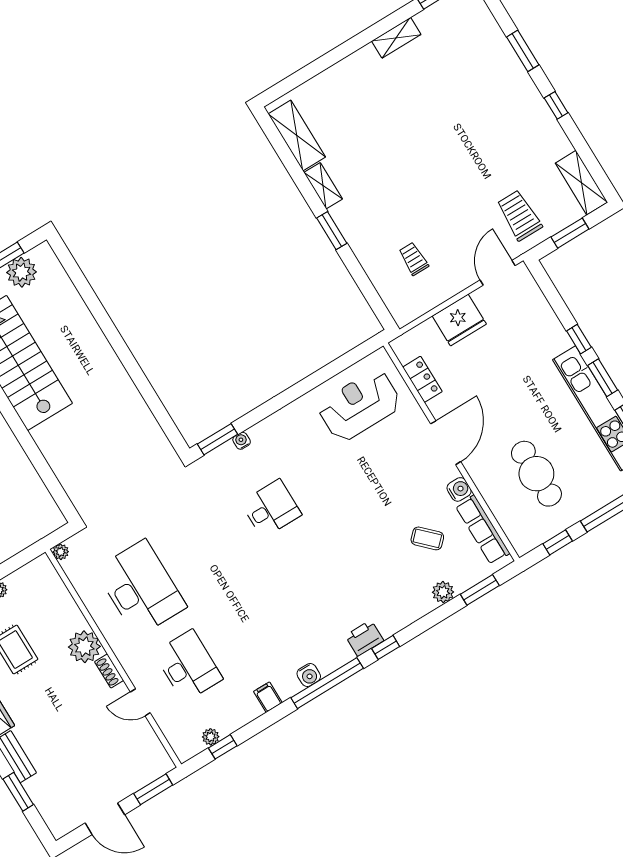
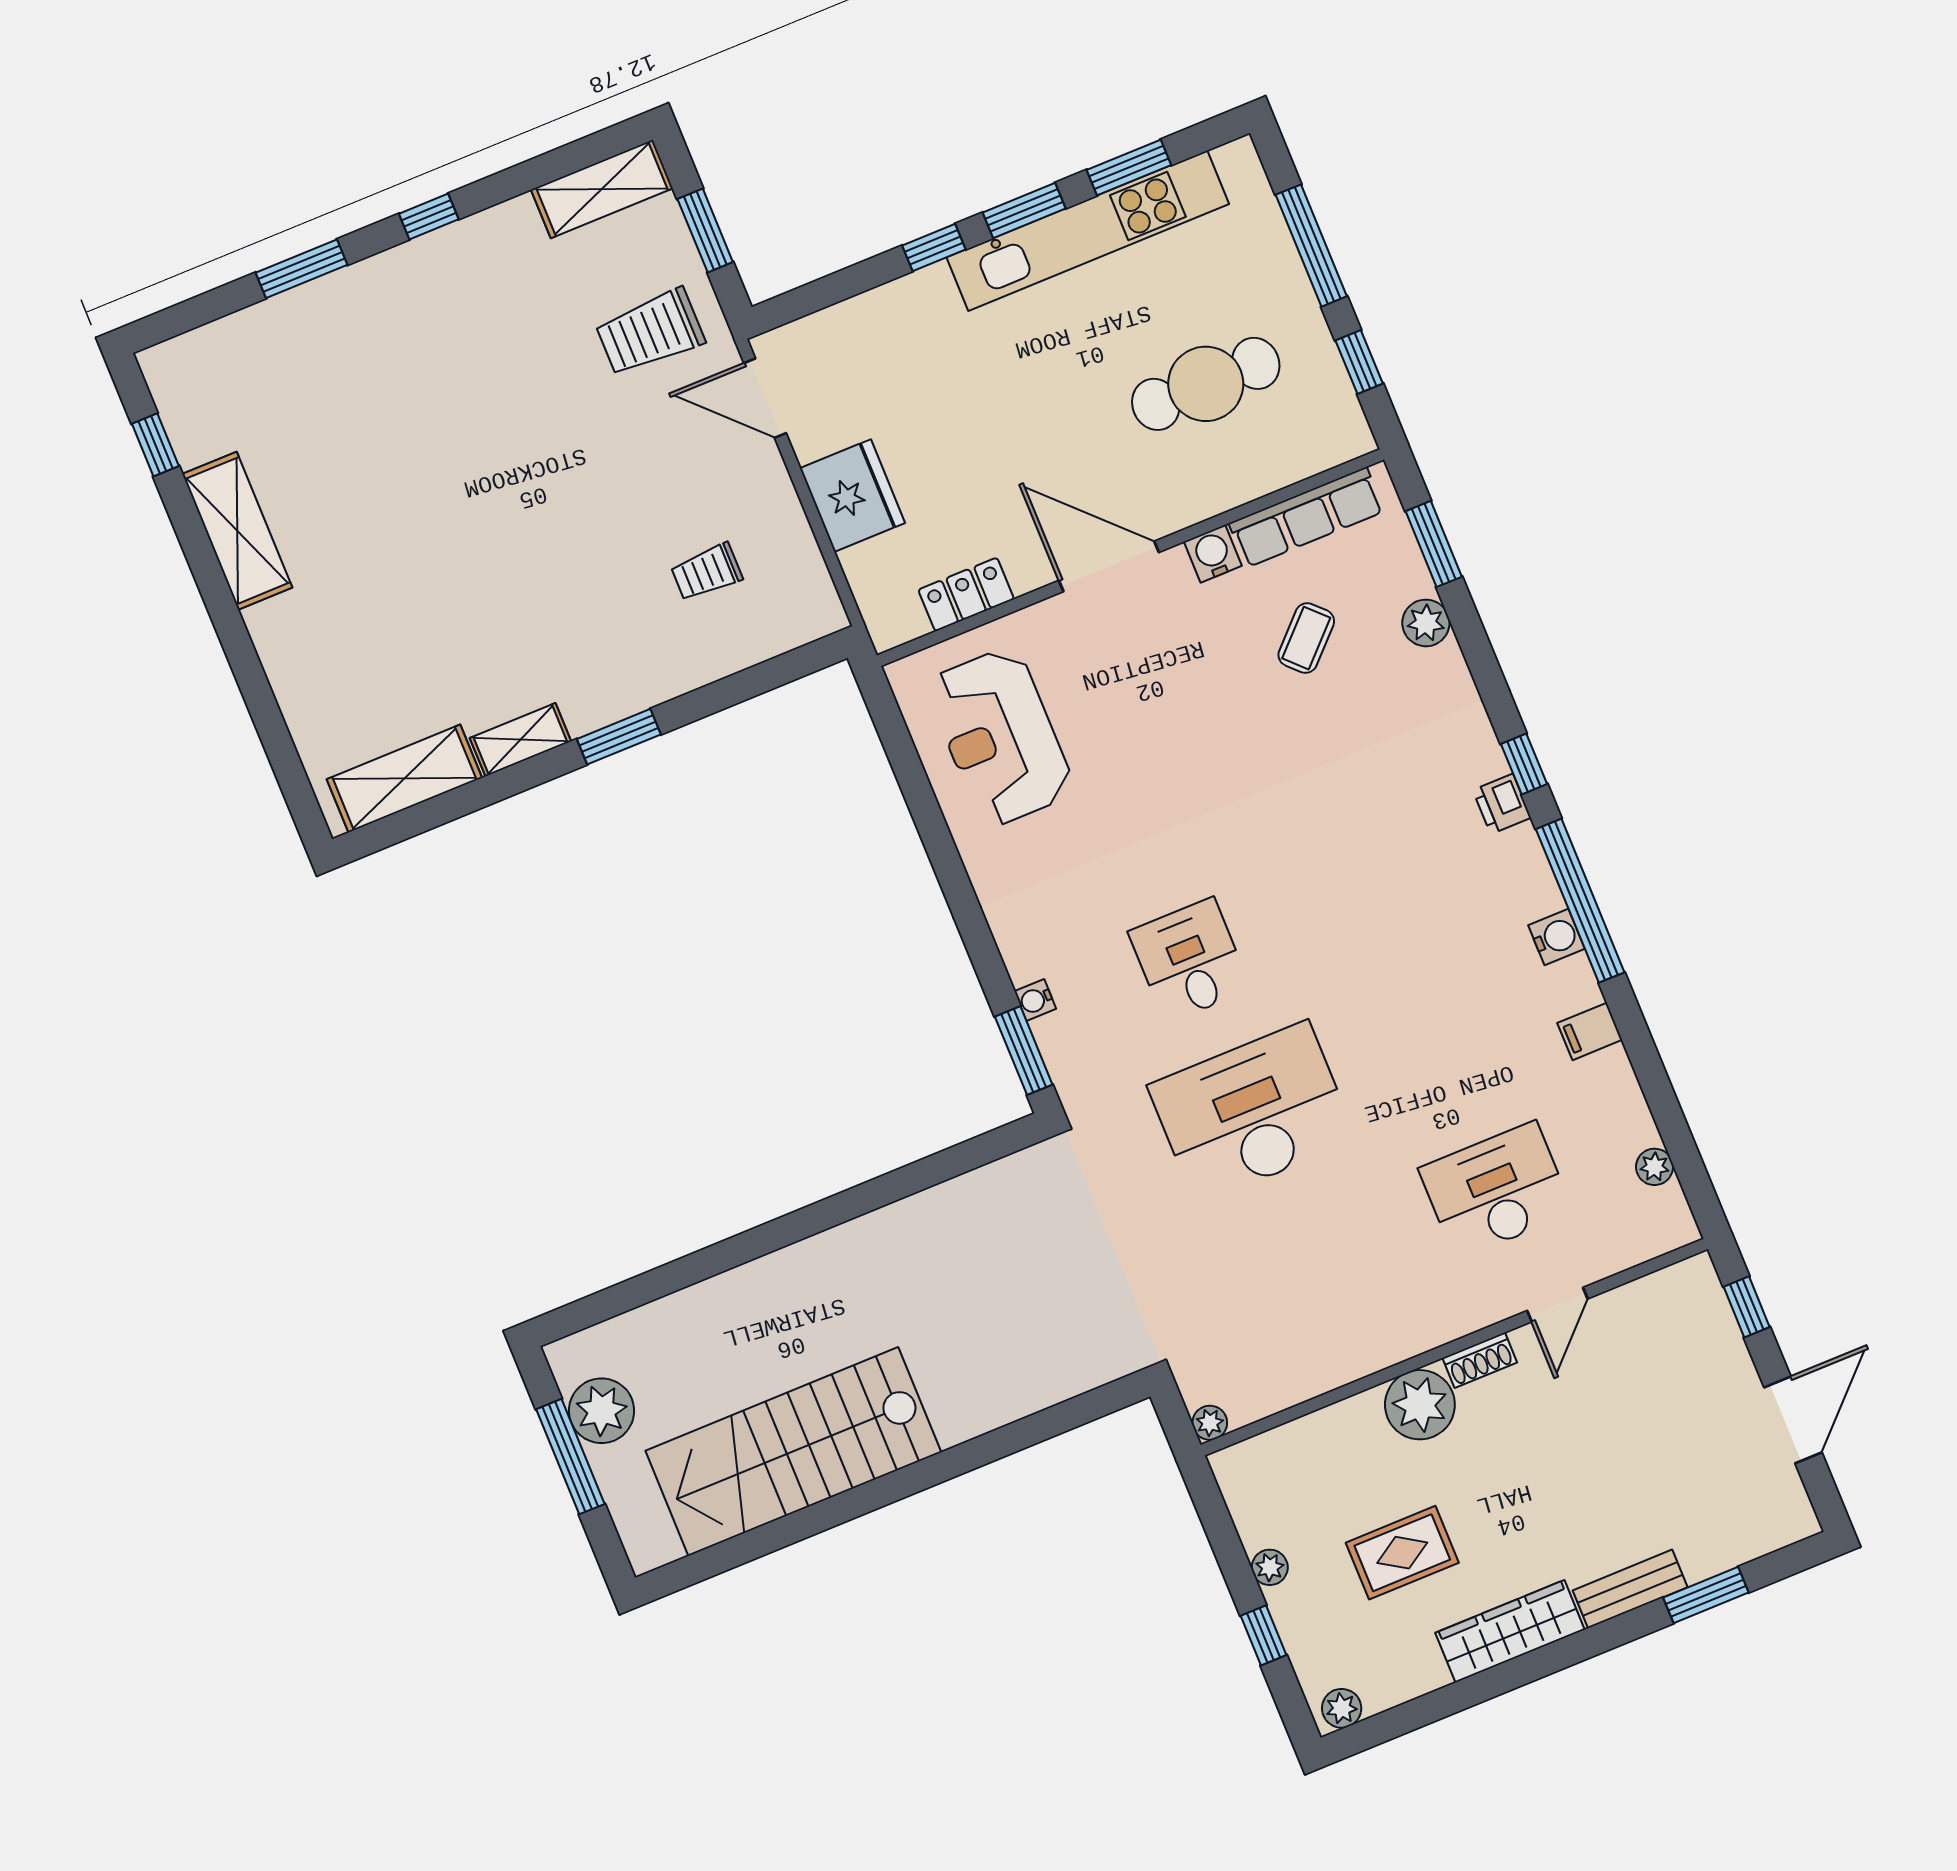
shelving: (396, 38) -> (237, 531), width x1.50, depth x1.33
desk: (141, 588) -> (1252, 1113), moved
printer: (364, 638) -> (1502, 804), width x0.73, depth x0.81
window: (223, 747) -> (1680, 1144), removed
window: (153, 789) -> (1747, 1307), width x0.67

